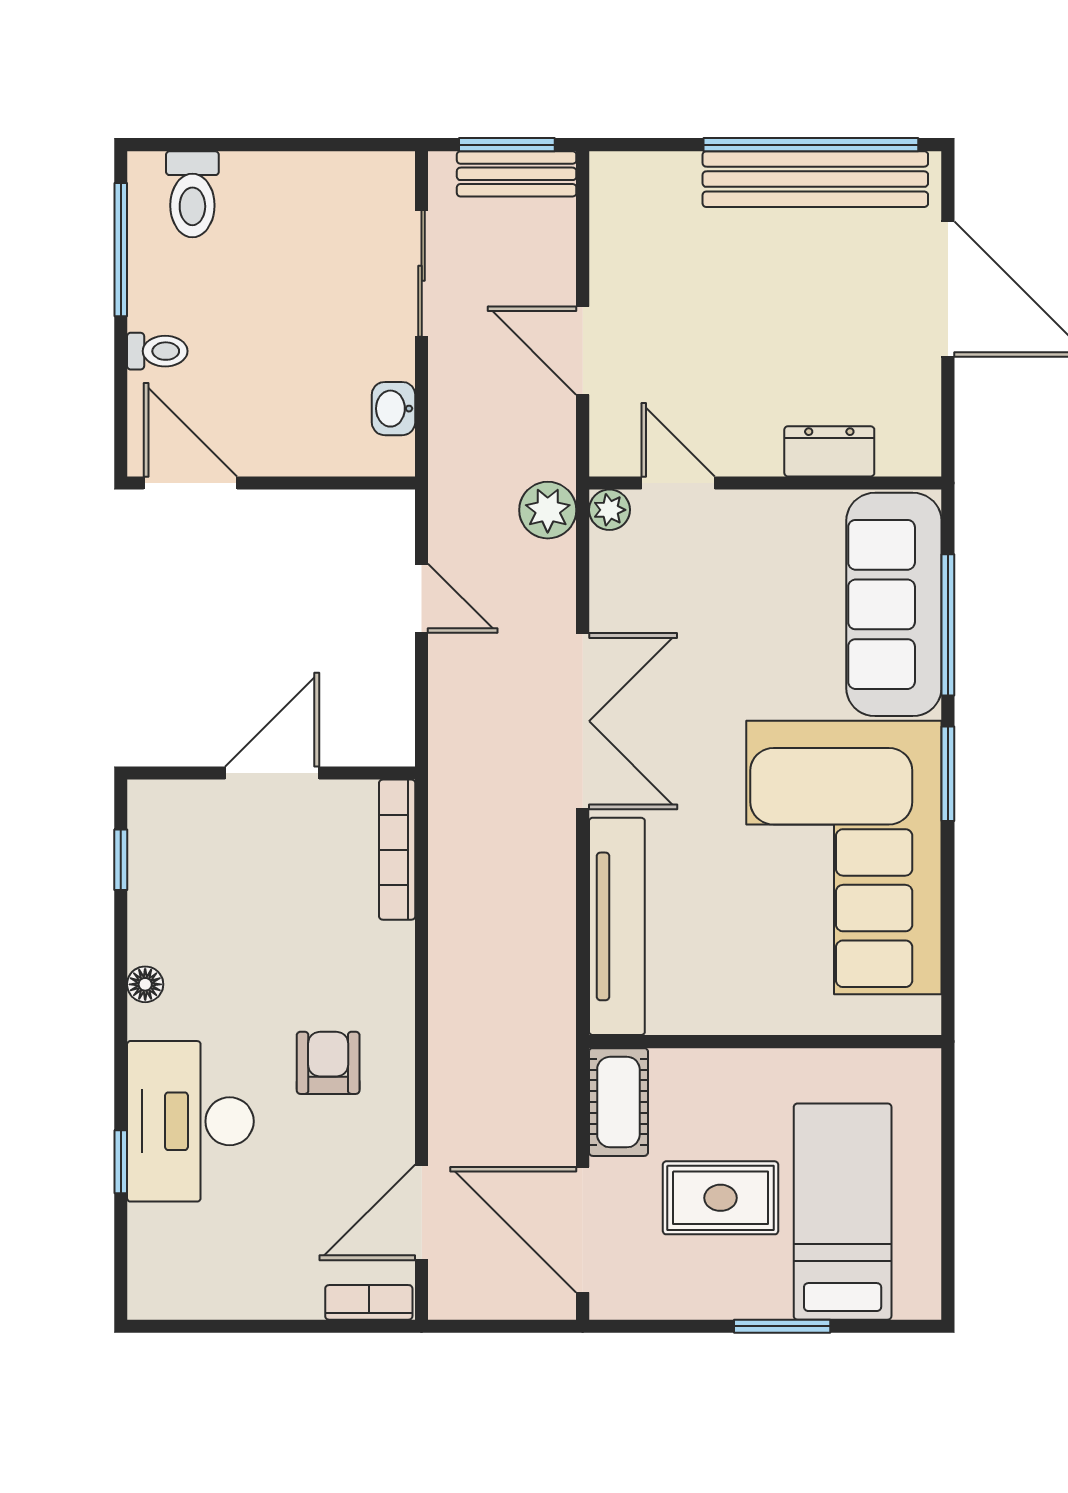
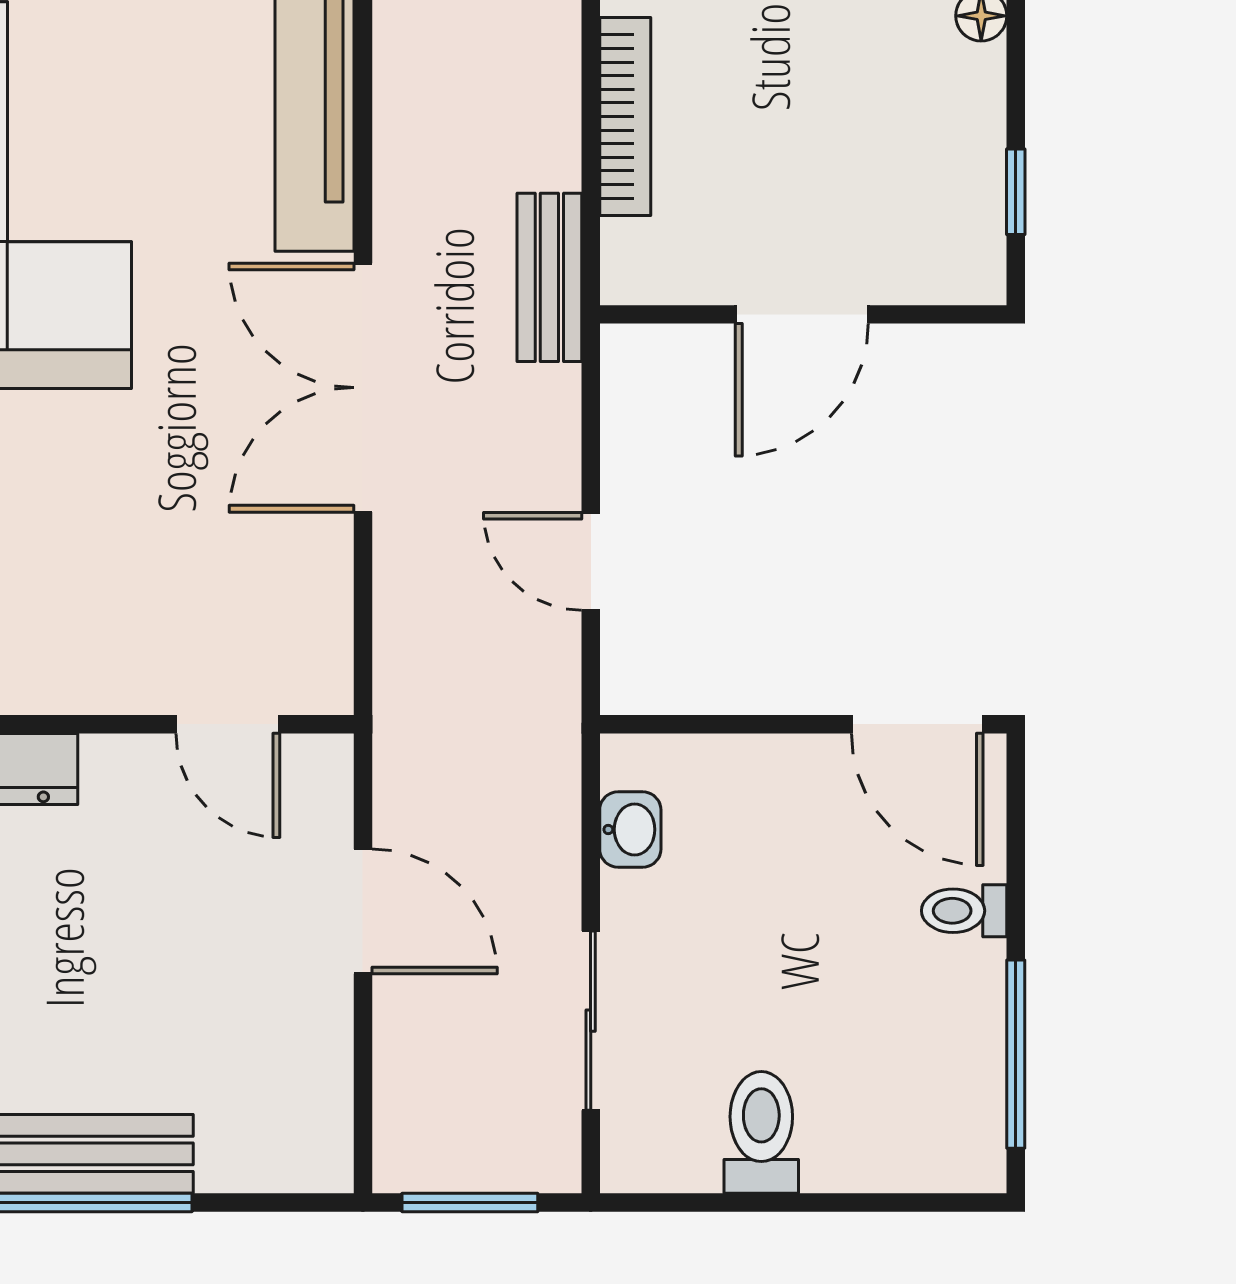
bench: (517, 174) -> (549, 277), moved, turned 90
toilet: (192, 194) -> (761, 1132), moved
plant: (548, 510) -> (412, 686), removed
plant: (609, 510) -> (325, 686), removed
bookcase: (397, 850) -> (625, 116), moved

